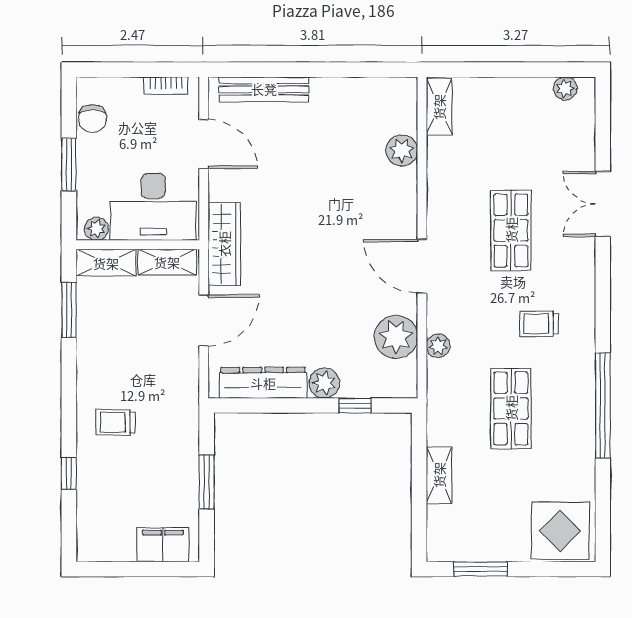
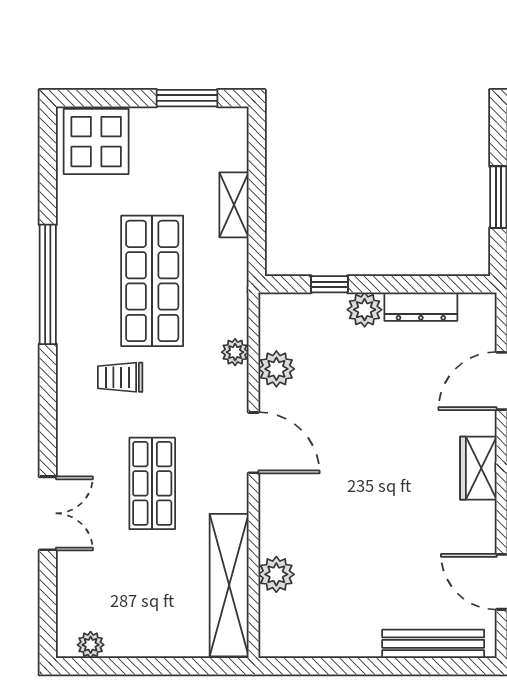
shelving: (439, 107) -> (229, 585), width x2.20, depth x1.33
wardrobe: (224, 244) -> (478, 468), width x0.67
trolley: (539, 324) -> (120, 377), turned 180
plant: (396, 337) -> (276, 369), width x0.73, depth x0.73
dresser: (263, 383) -> (421, 307), width x0.73, depth x0.80
shop shelf: (511, 408) -> (152, 281), width x1.43, depth x1.36

